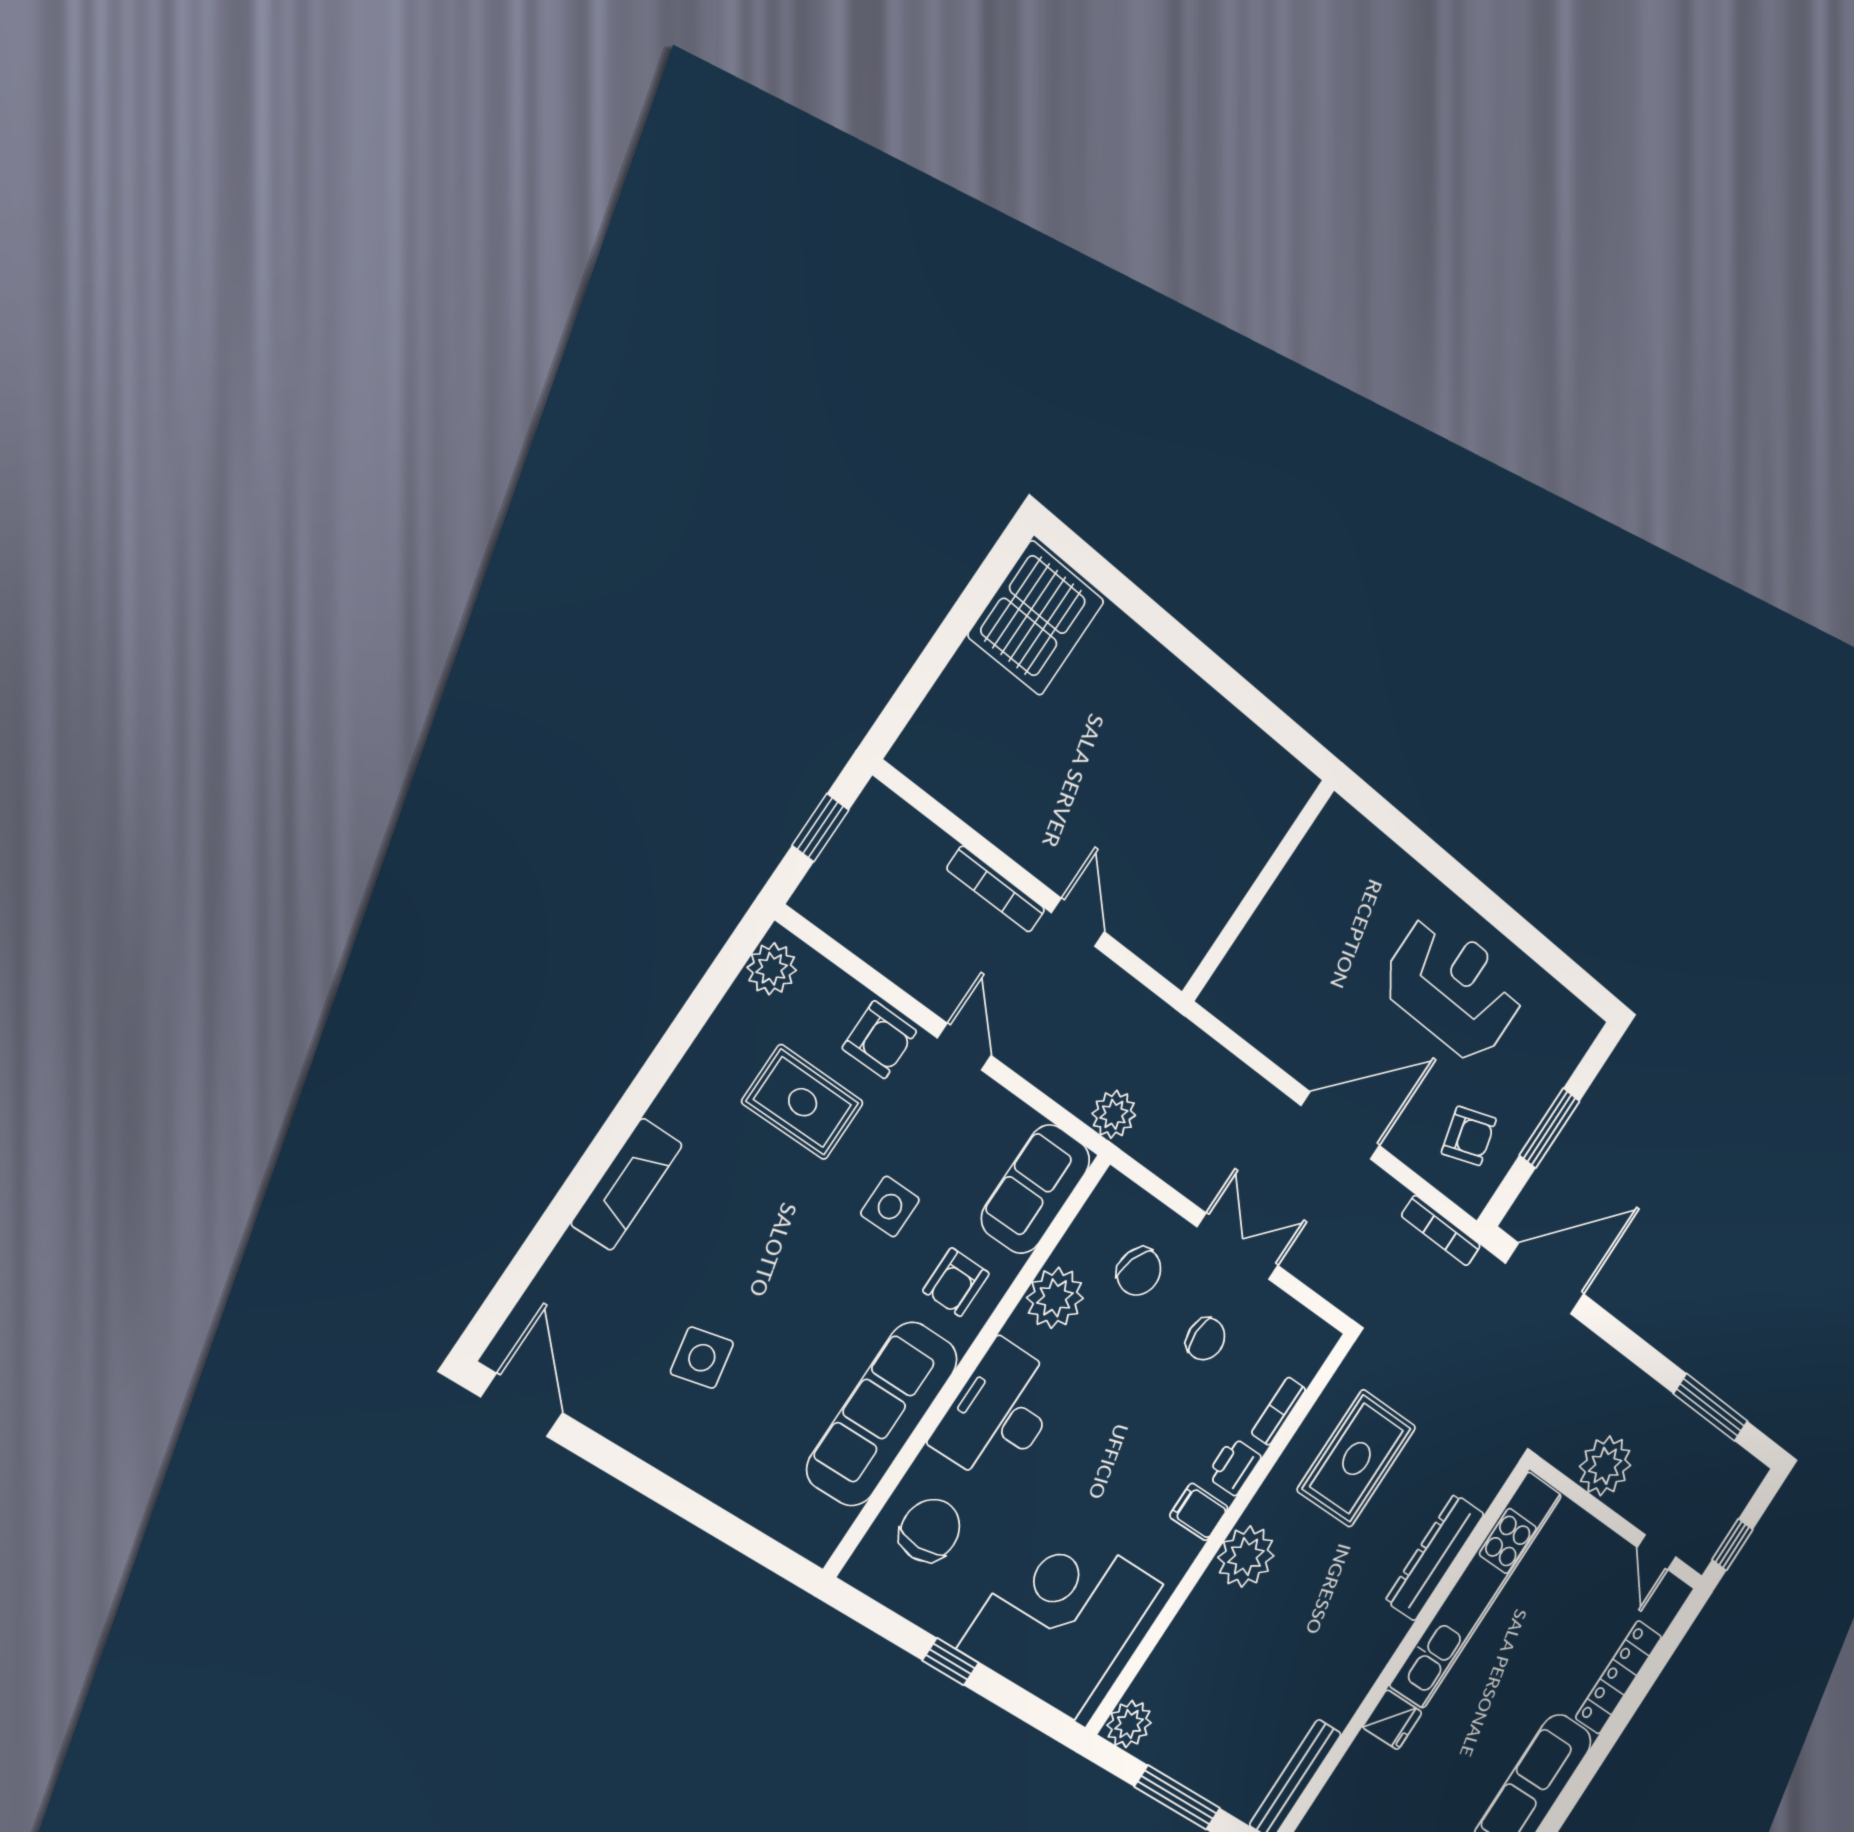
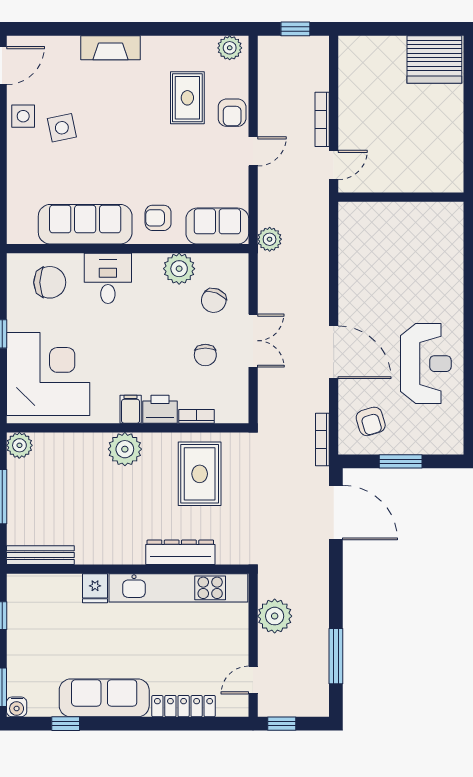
wall: (1258, 891) -> (401, 197), moved
side table: (890, 1207) -> (23, 116), moved
desk: (999, 1413) -> (108, 278), width x0.73
rug: (1356, 1459) -> (200, 474), turned 90
printer: (1234, 1466) -> (160, 409), width x1.36, depth x1.24

